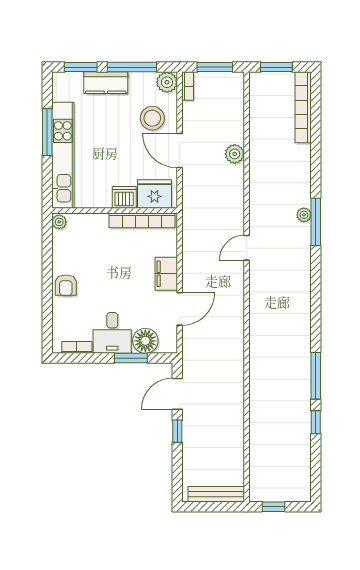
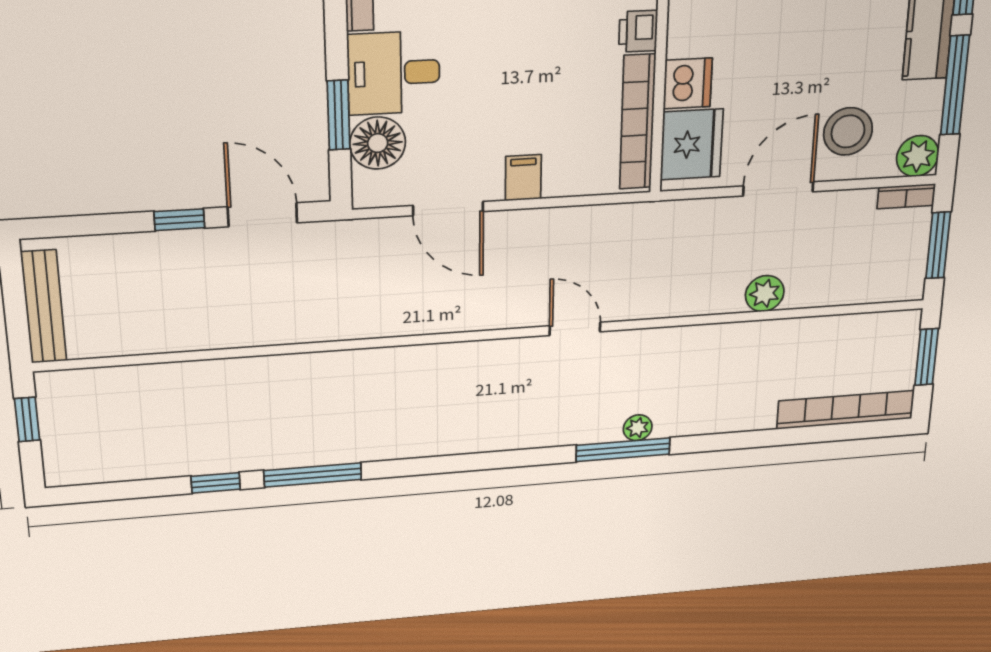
printer: (98, 222) -> (638, 31), added
filing cabinet: (166, 274) -> (523, 178), width x0.50

